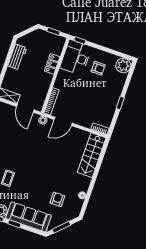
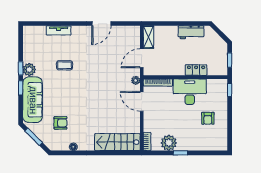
desk: (76, 57) -> (190, 92), moved
plant: (123, 65) -> (169, 143), moved

